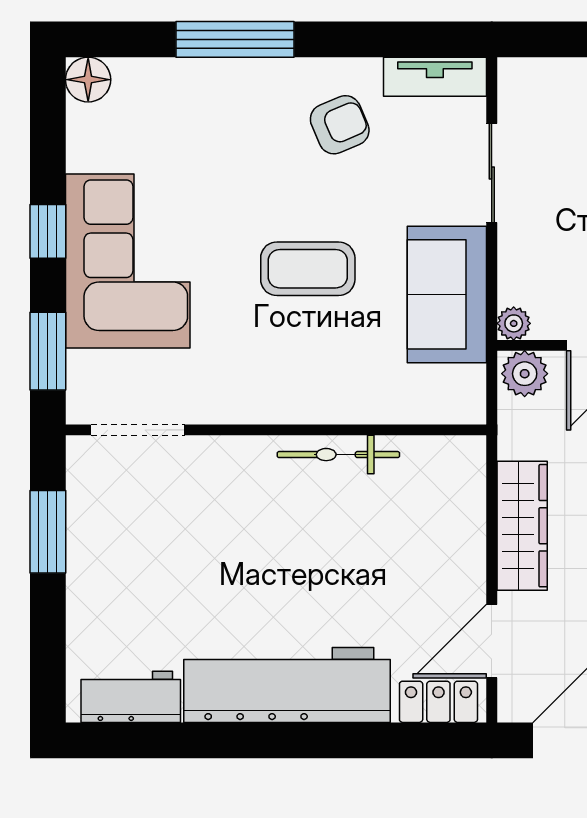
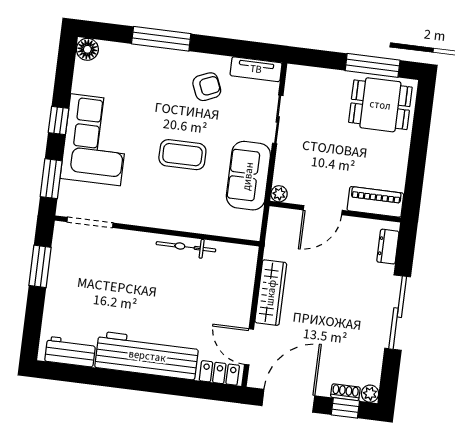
plant: (525, 374) -> (281, 219), removed
door: (492, 641) -> (249, 347), hinge flipped

